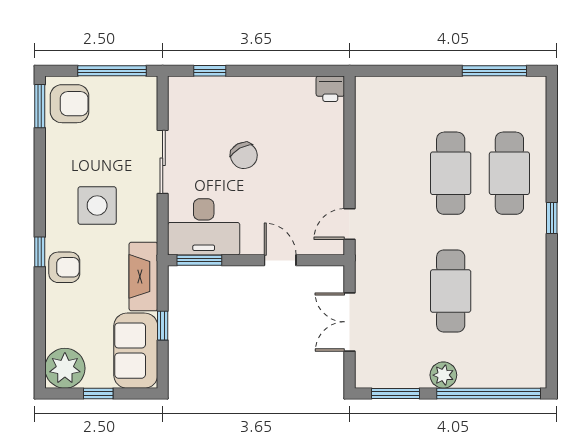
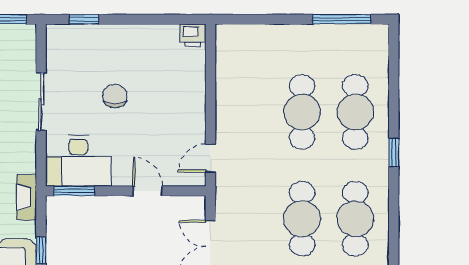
chair: (244, 156) -> (115, 96), turned -152
fireplace: (143, 276) -> (27, 197), width x0.73, depth x0.76
cafe table: (509, 291) -> (355, 219), added

